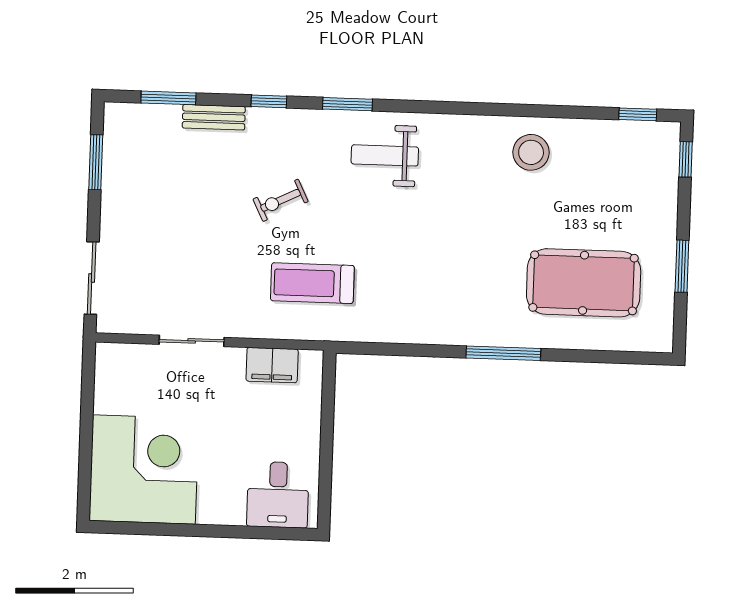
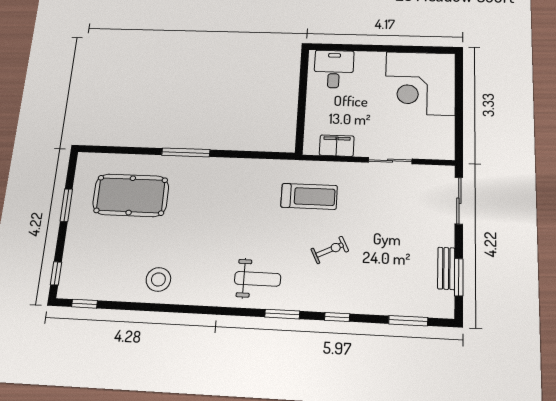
bench: (214, 117) -> (446, 268), moved, turned 90

